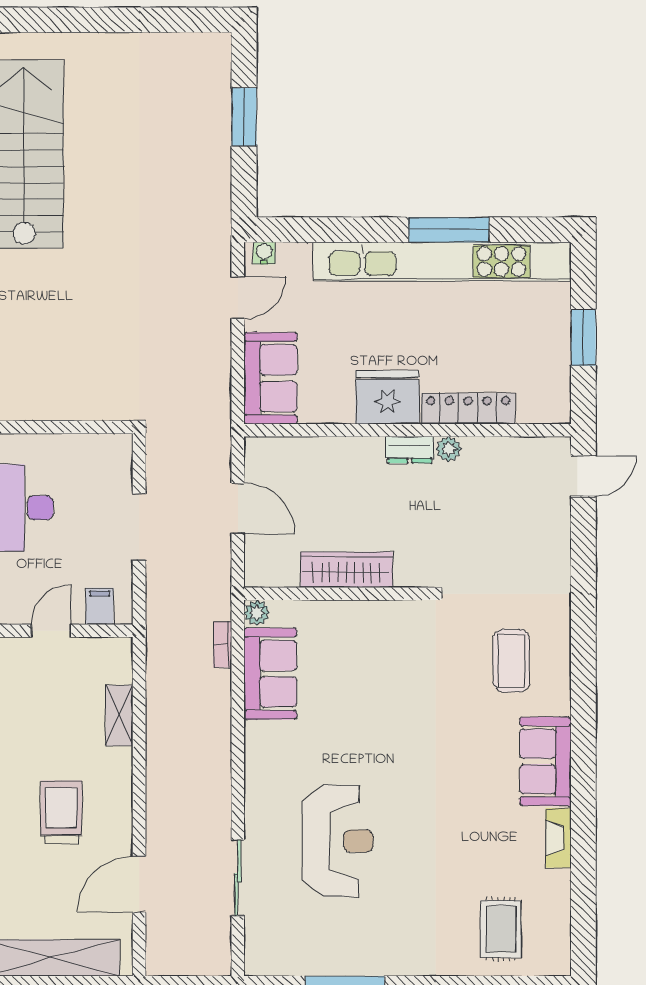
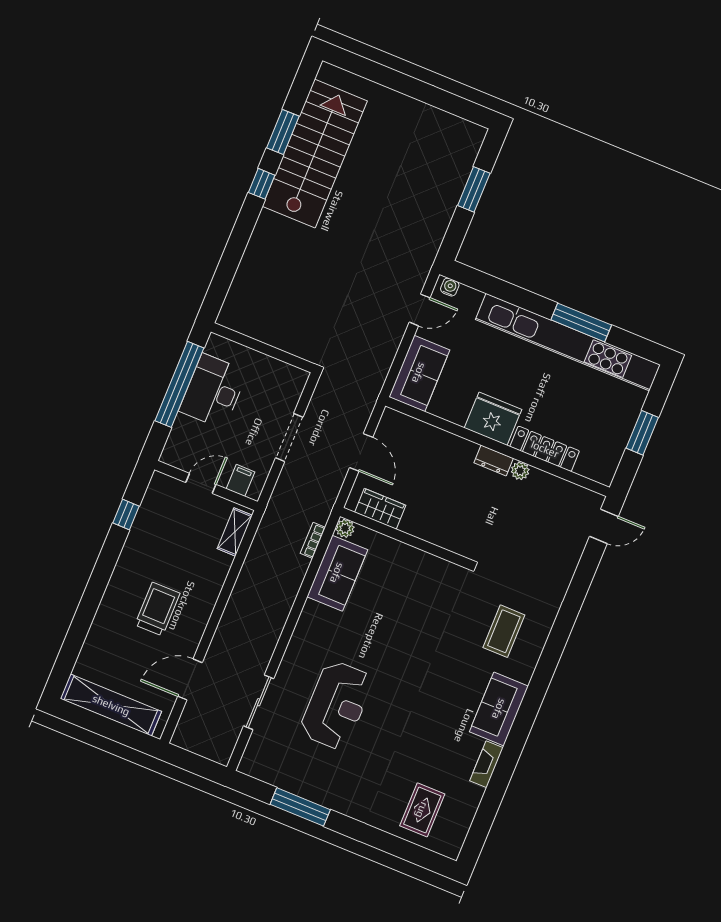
wardrobe: (347, 570) -> (380, 509), moved, width x0.67
shelving: (119, 716) -> (235, 532), moved

